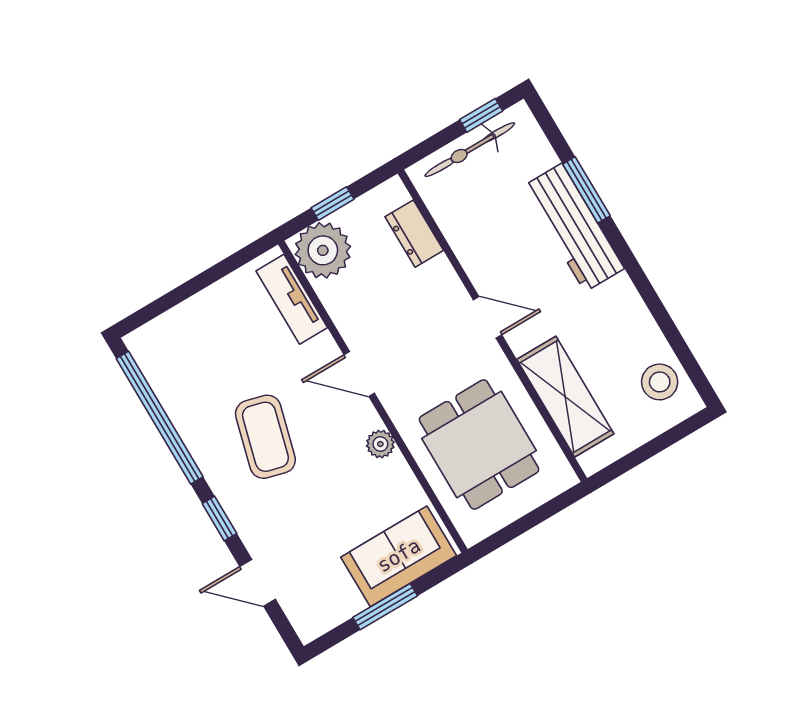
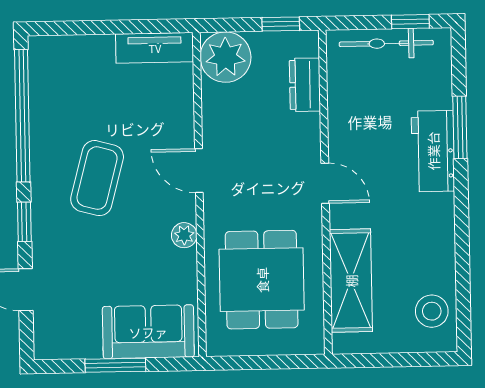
window: (332, 204) -> (281, 24), moved
workbench: (573, 228) -> (433, 151), width x0.73
tv unit: (292, 299) -> (155, 48), moved, turned -90

